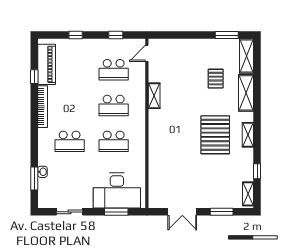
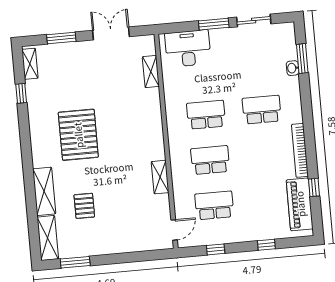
shelving: (248, 135) -> (151, 72), moved
desk: (117, 191) -> (188, 48), width x0.73, depth x0.77
window: (116, 212) -> (214, 24), moved

